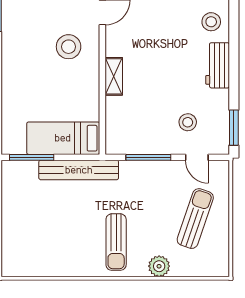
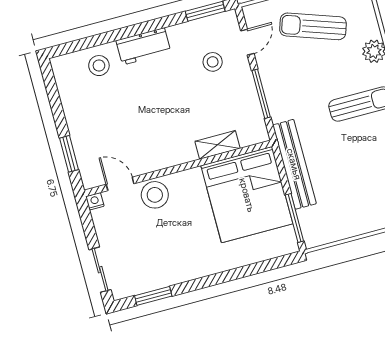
stool: (69, 47) -> (155, 195), moved
shelving: (114, 76) -> (218, 145), moved
bed: (63, 138) -> (247, 195), width x2.04

